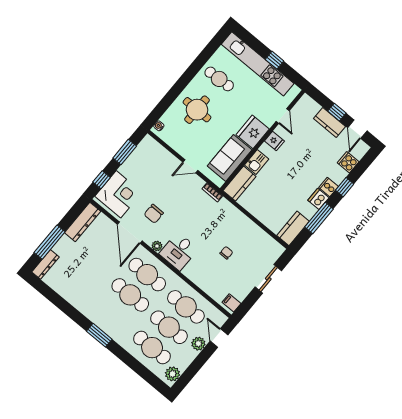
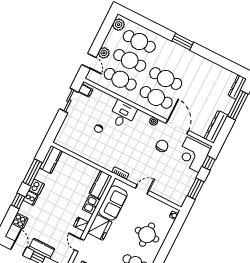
desk: (179, 251) -> (123, 114), moved
sliding door: (268, 279) -> (69, 101), moved

